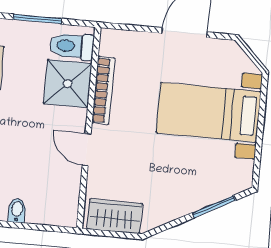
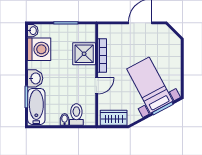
toilet: (72, 46) -> (76, 115), moved, turned 90
bed with nightstands: (209, 112) -> (150, 85), moved, turned 62
door: (87, 150) -> (97, 86), swing flipped

